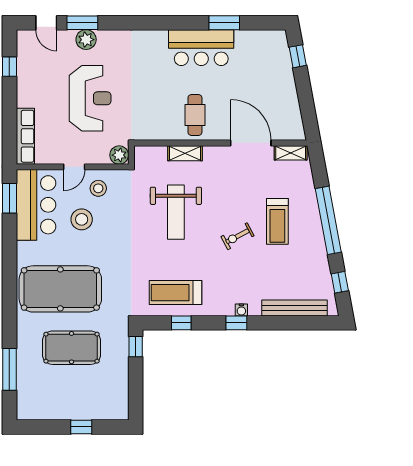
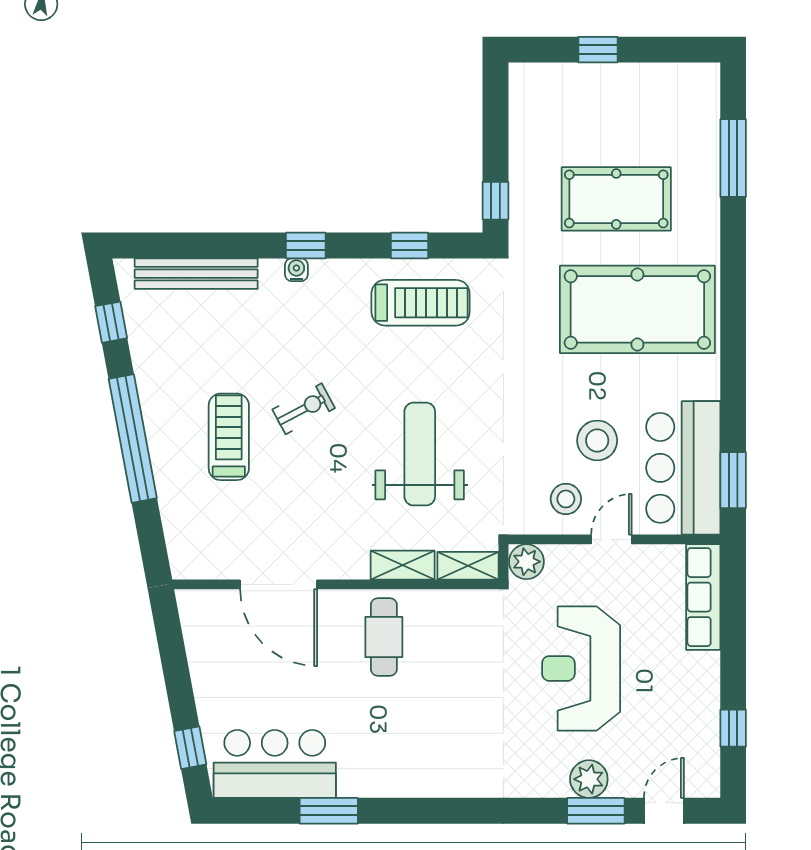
door: (46, 23) -> (664, 811), hinge flipped
bar counter: (201, 48) -> (275, 764), moved
shelving: (291, 153) -> (468, 566), moved

